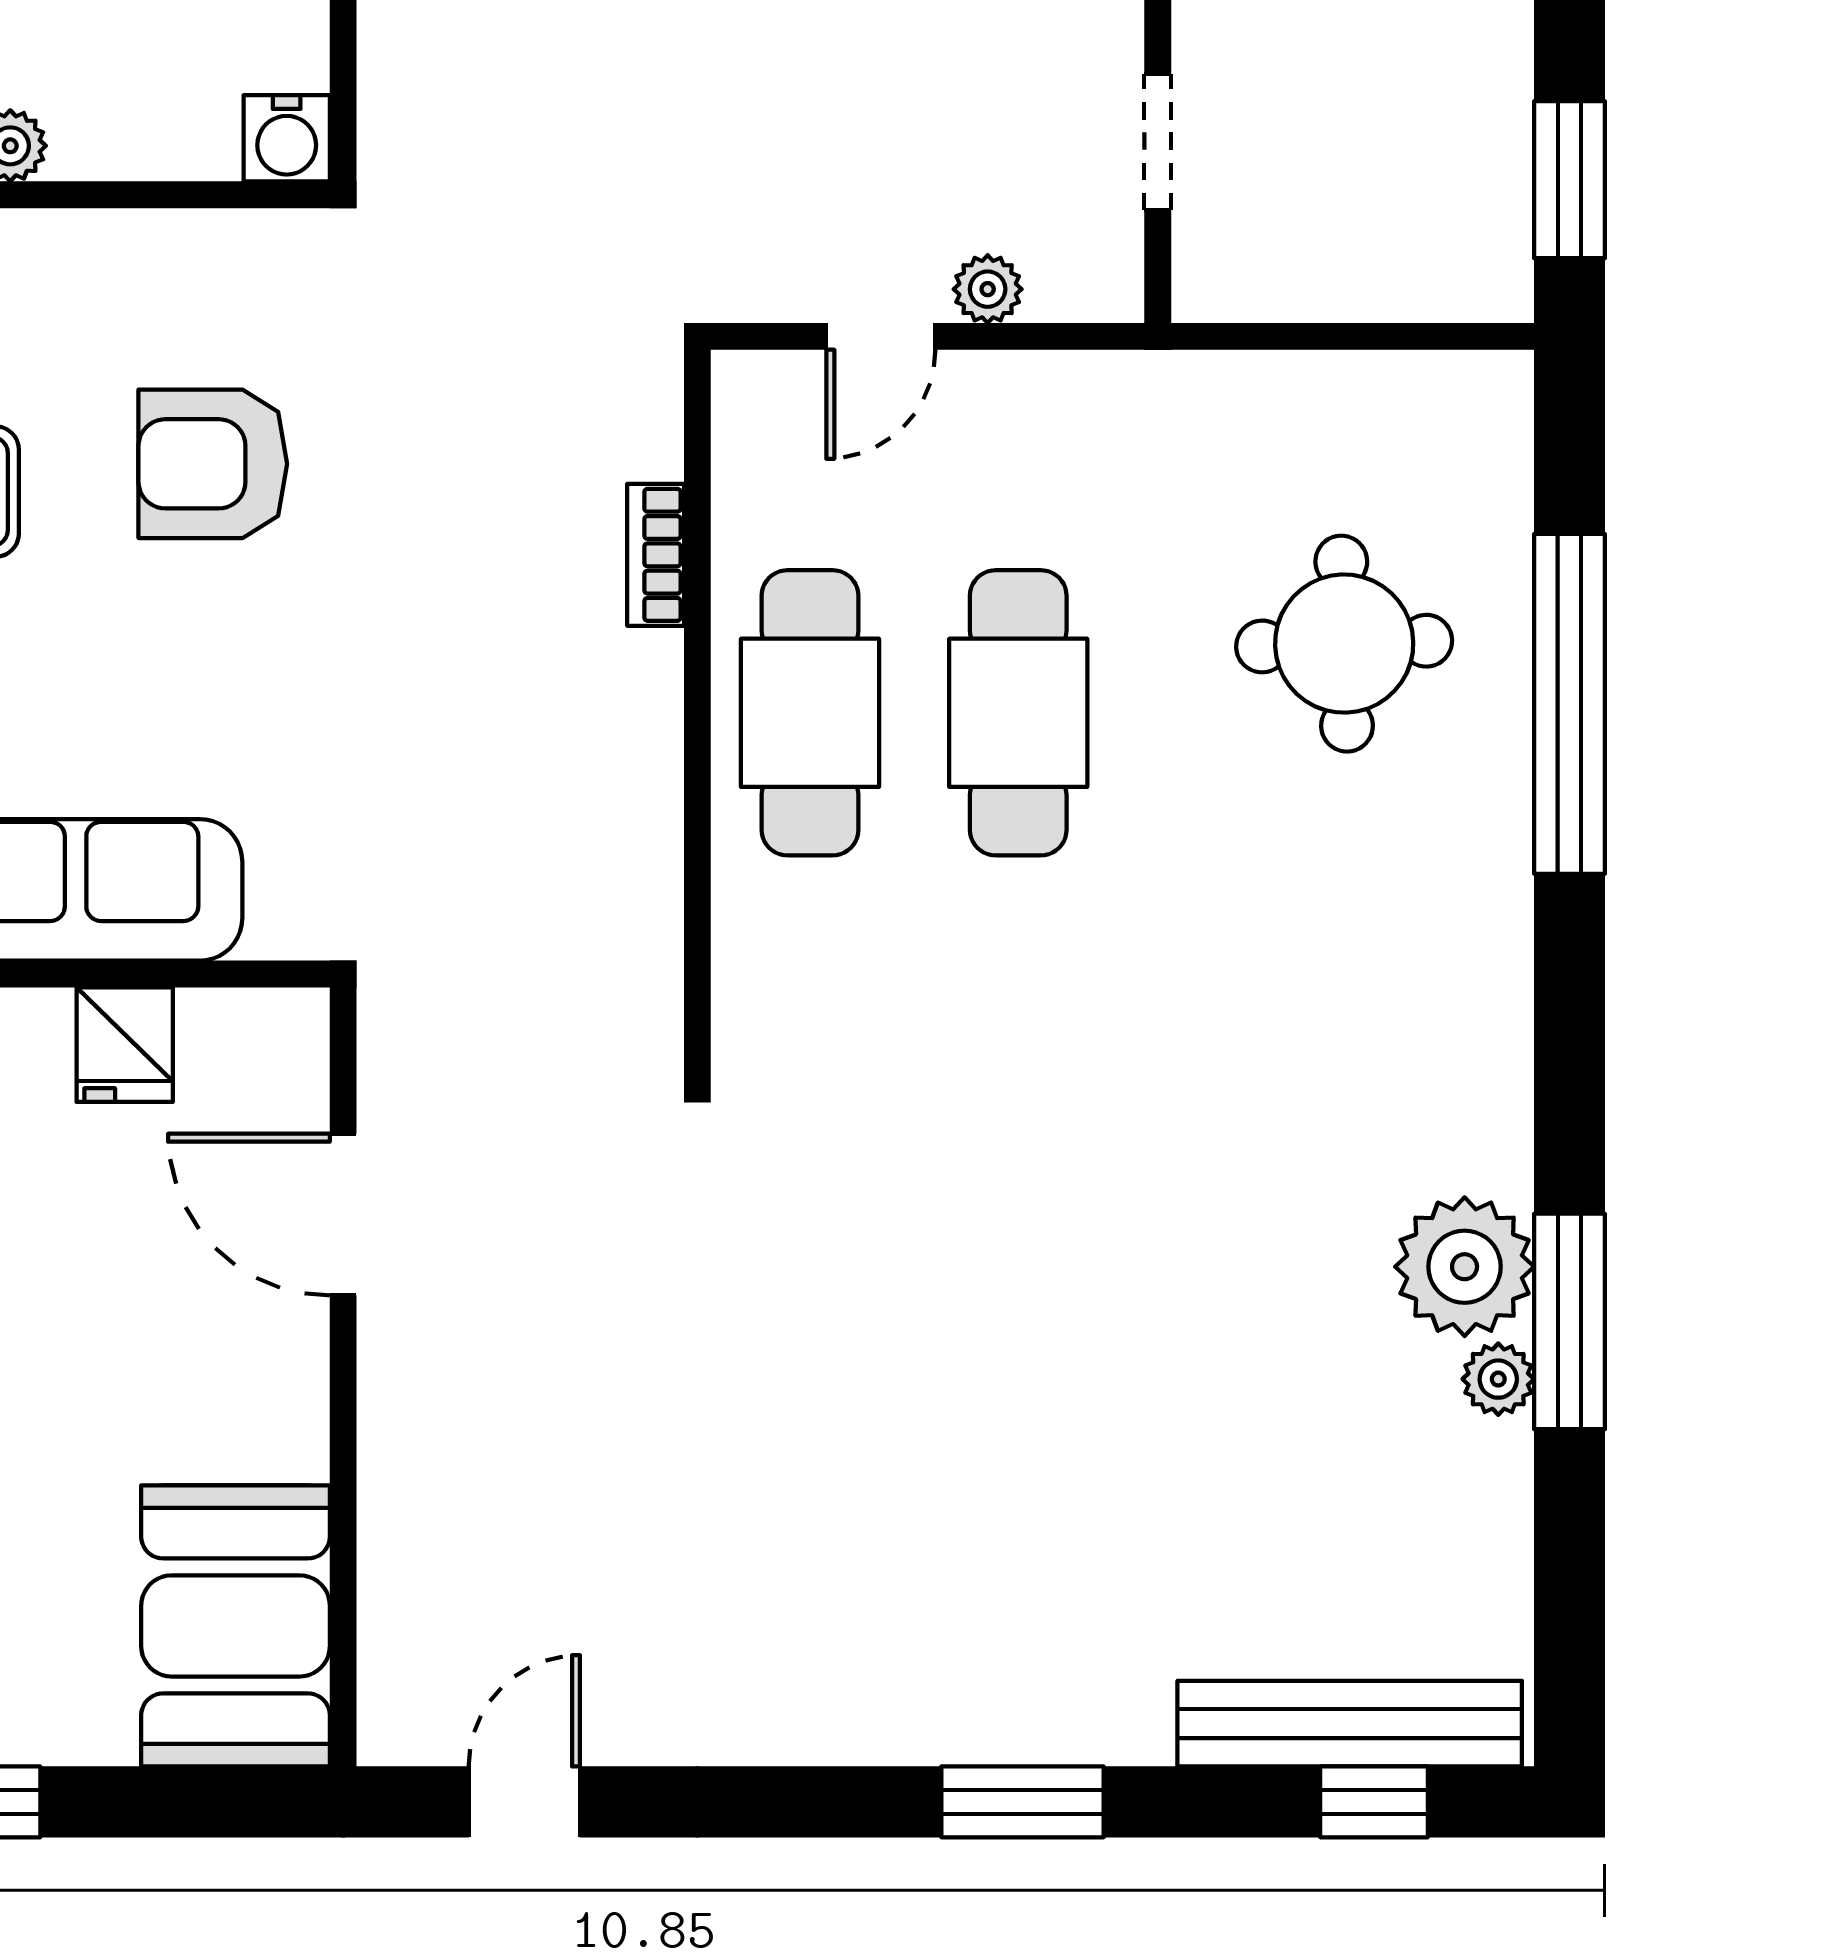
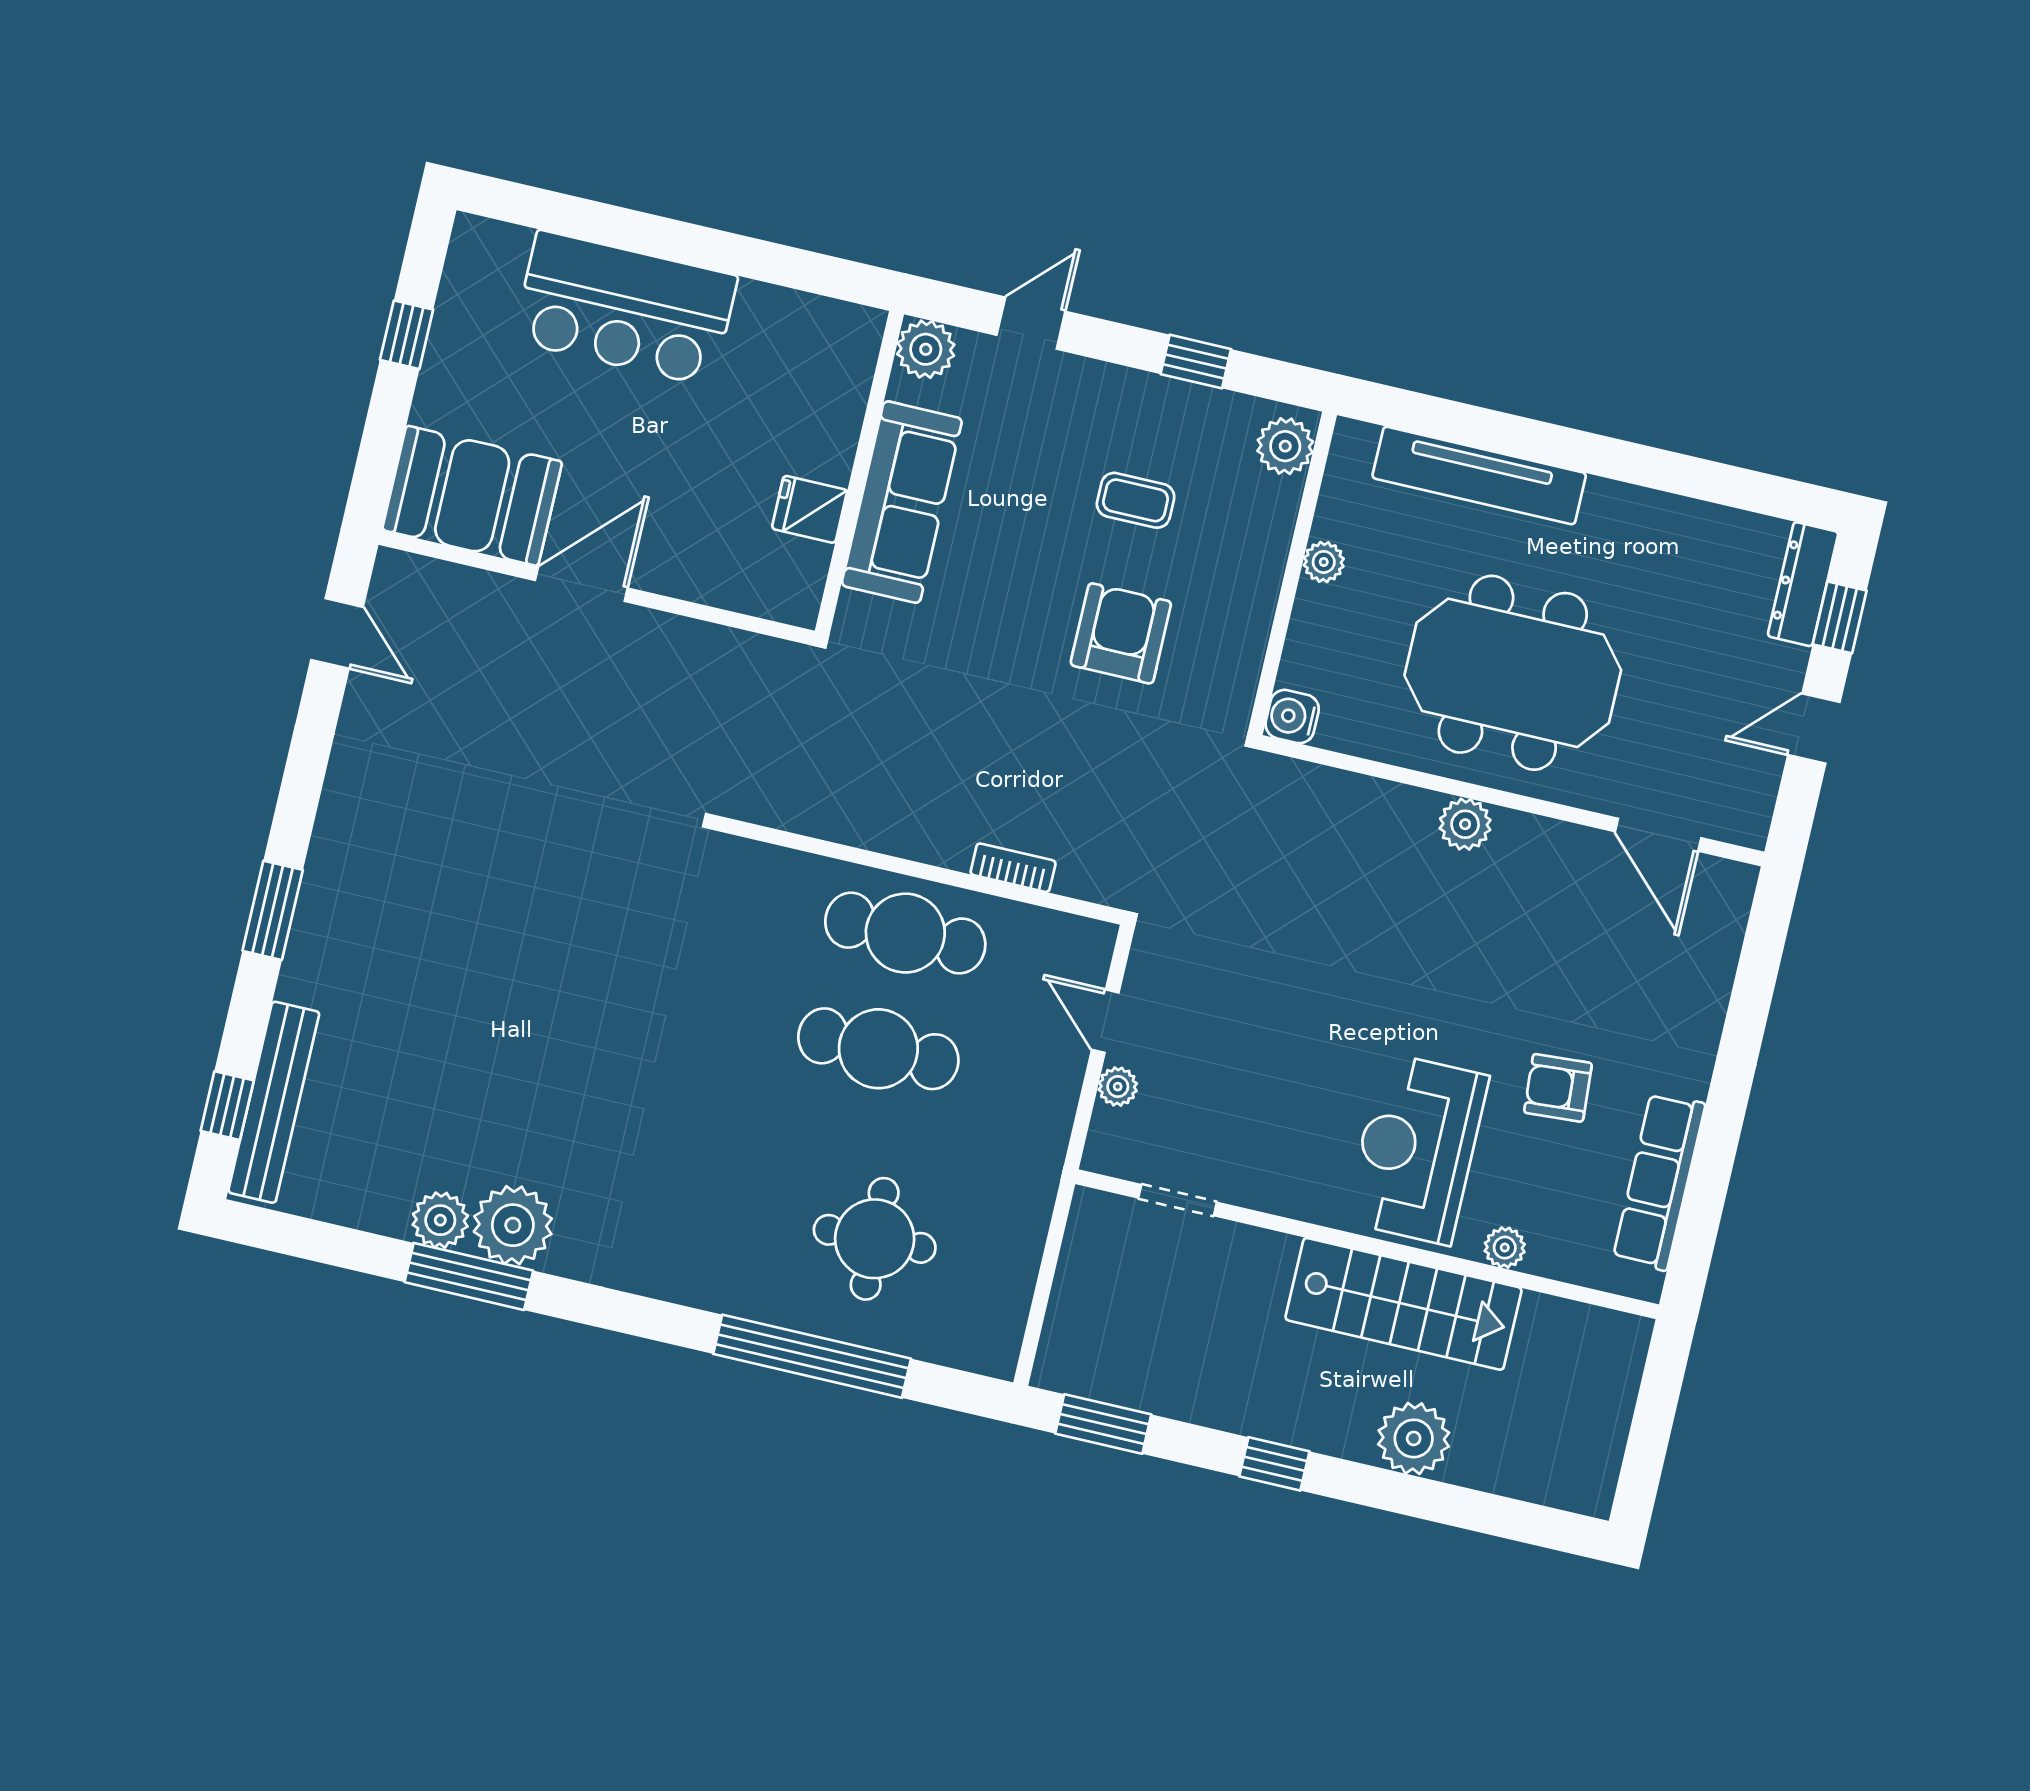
door: (343, 1215) -> (581, 584), moved
plant: (1498, 1379) -> (440, 1220), width x1.38, depth x1.38

